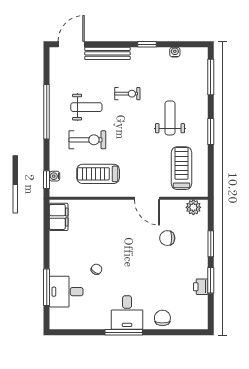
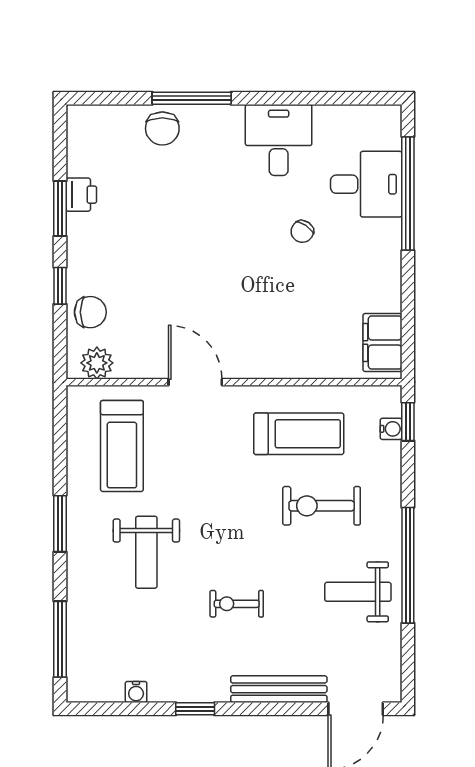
weight bench: (86, 107) -> (358, 592), moved
chair: (167, 238) -> (90, 312), moved
window: (211, 244) -> (60, 286), width x0.67
window: (47, 287) -> (408, 194), width x1.46
desk: (127, 312) -> (279, 140), moved
window: (124, 332) -> (192, 98), moved

